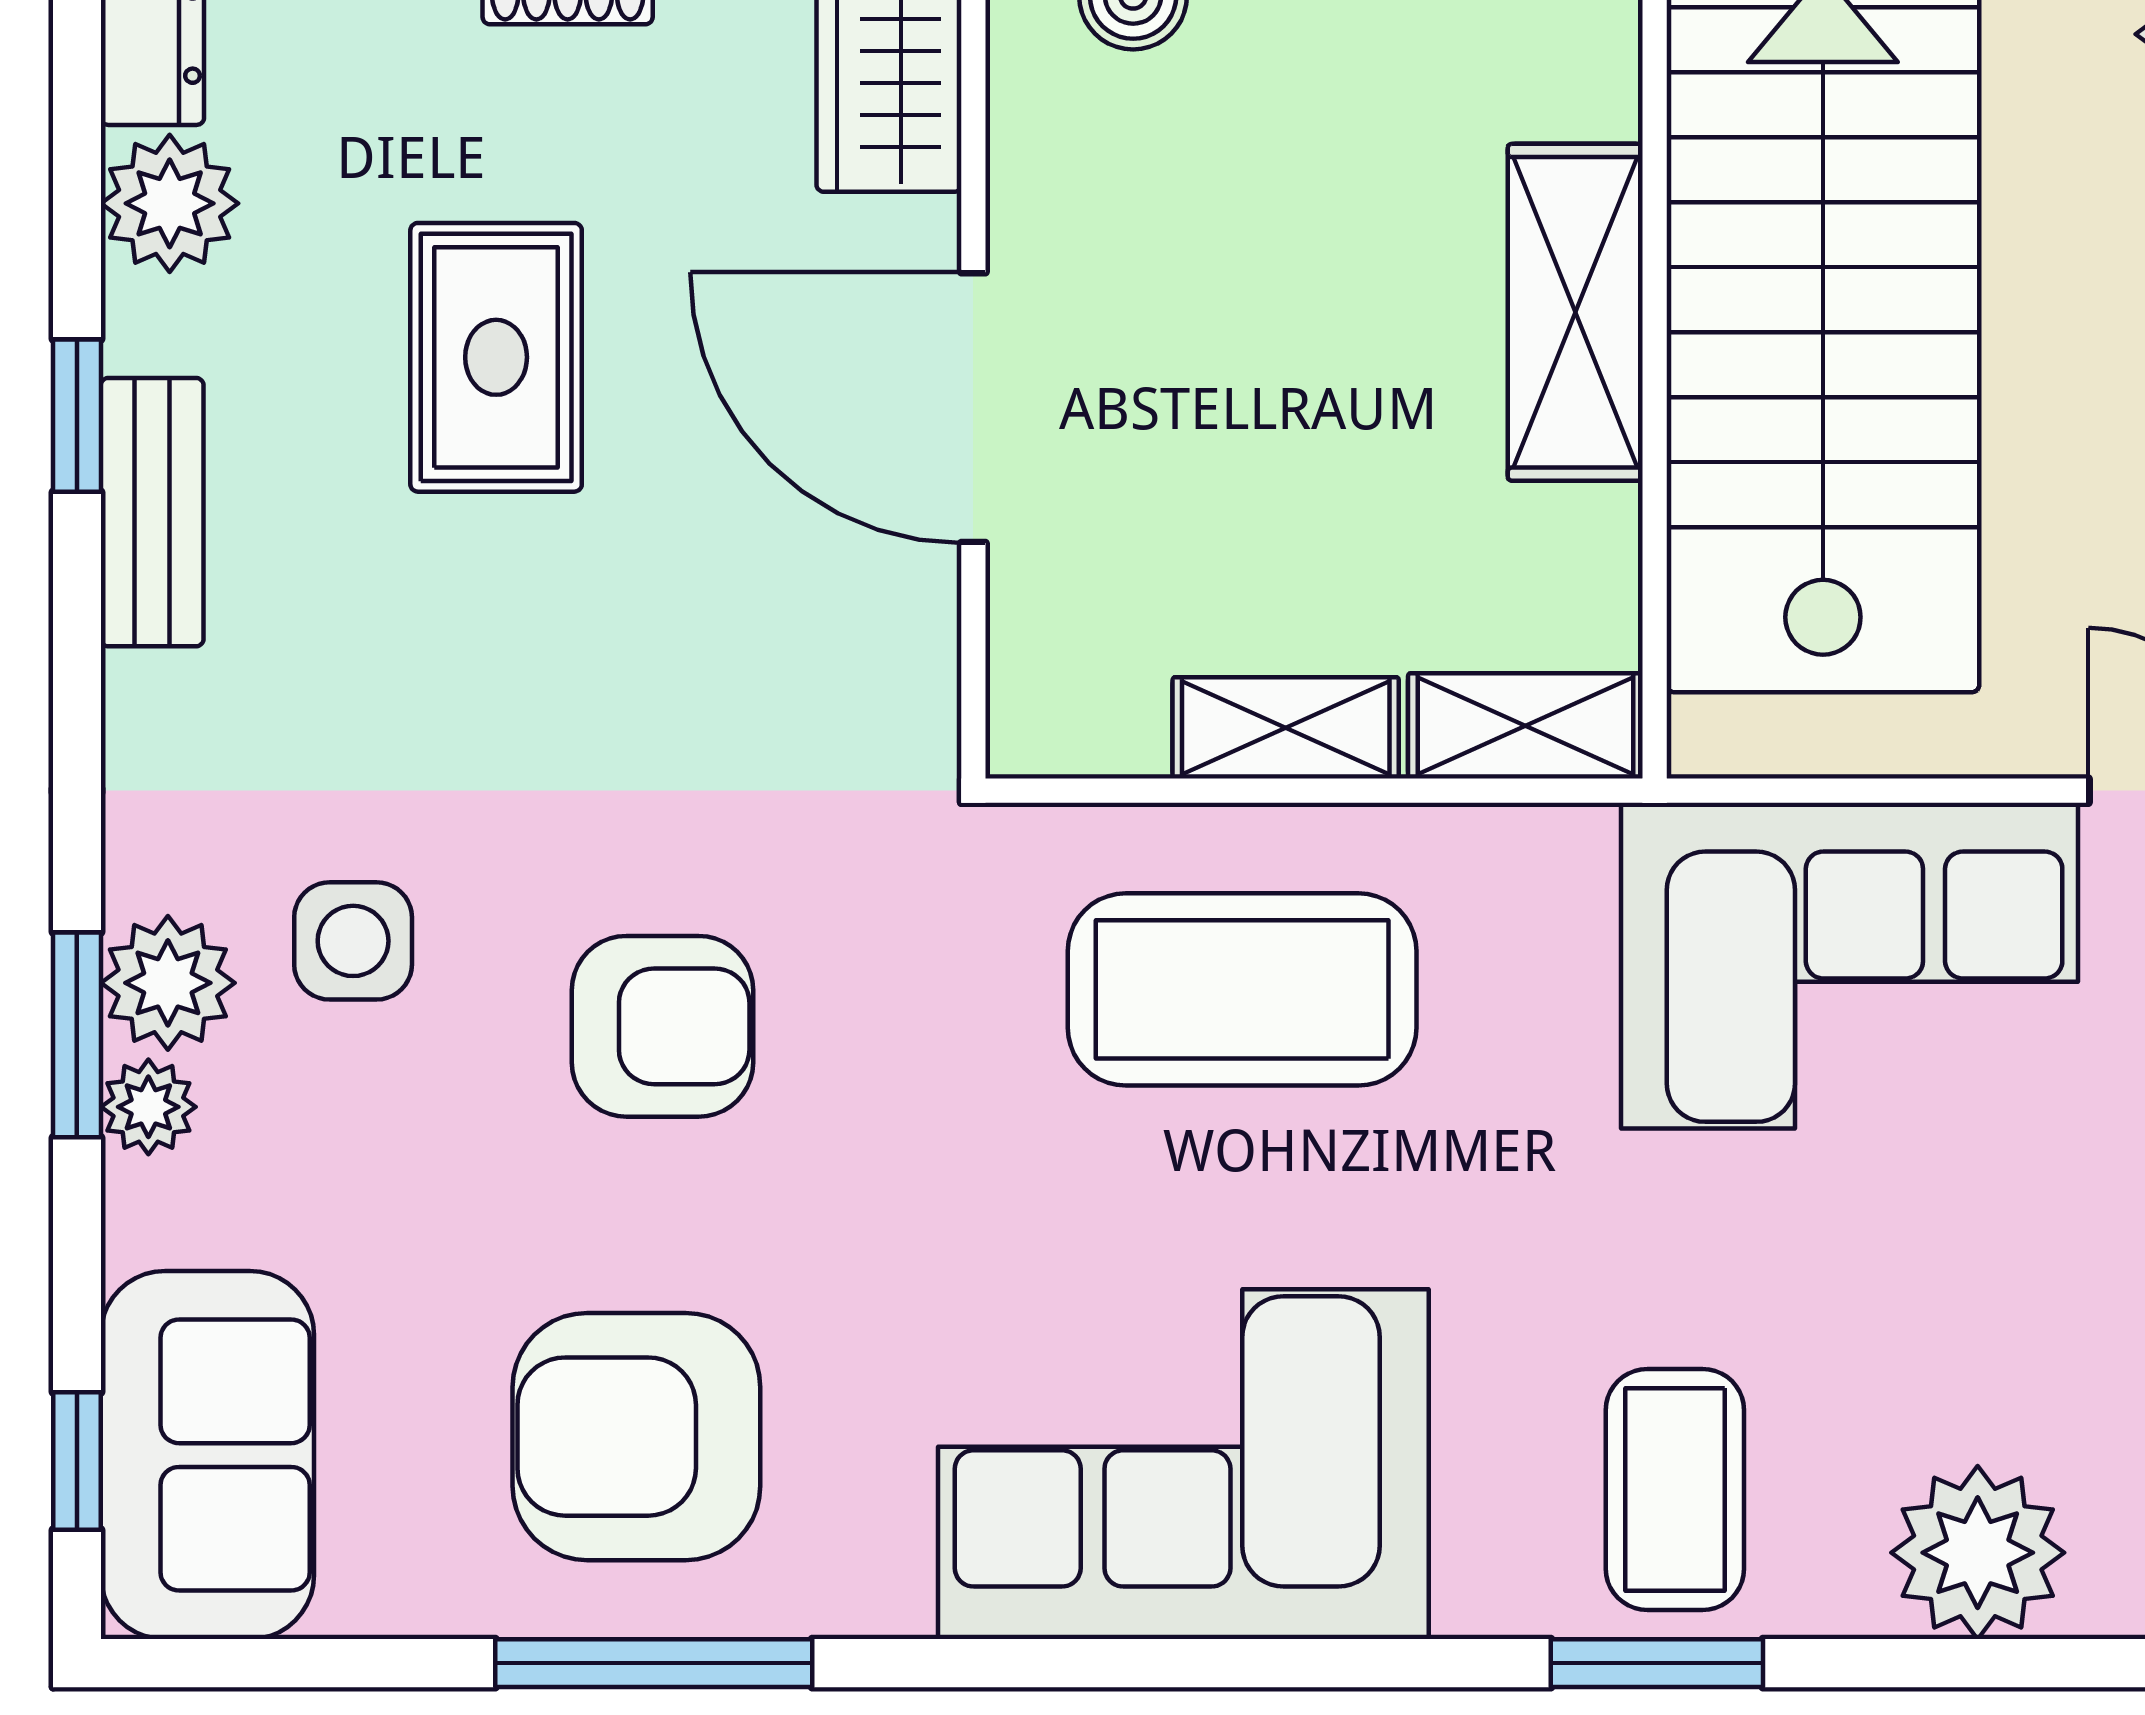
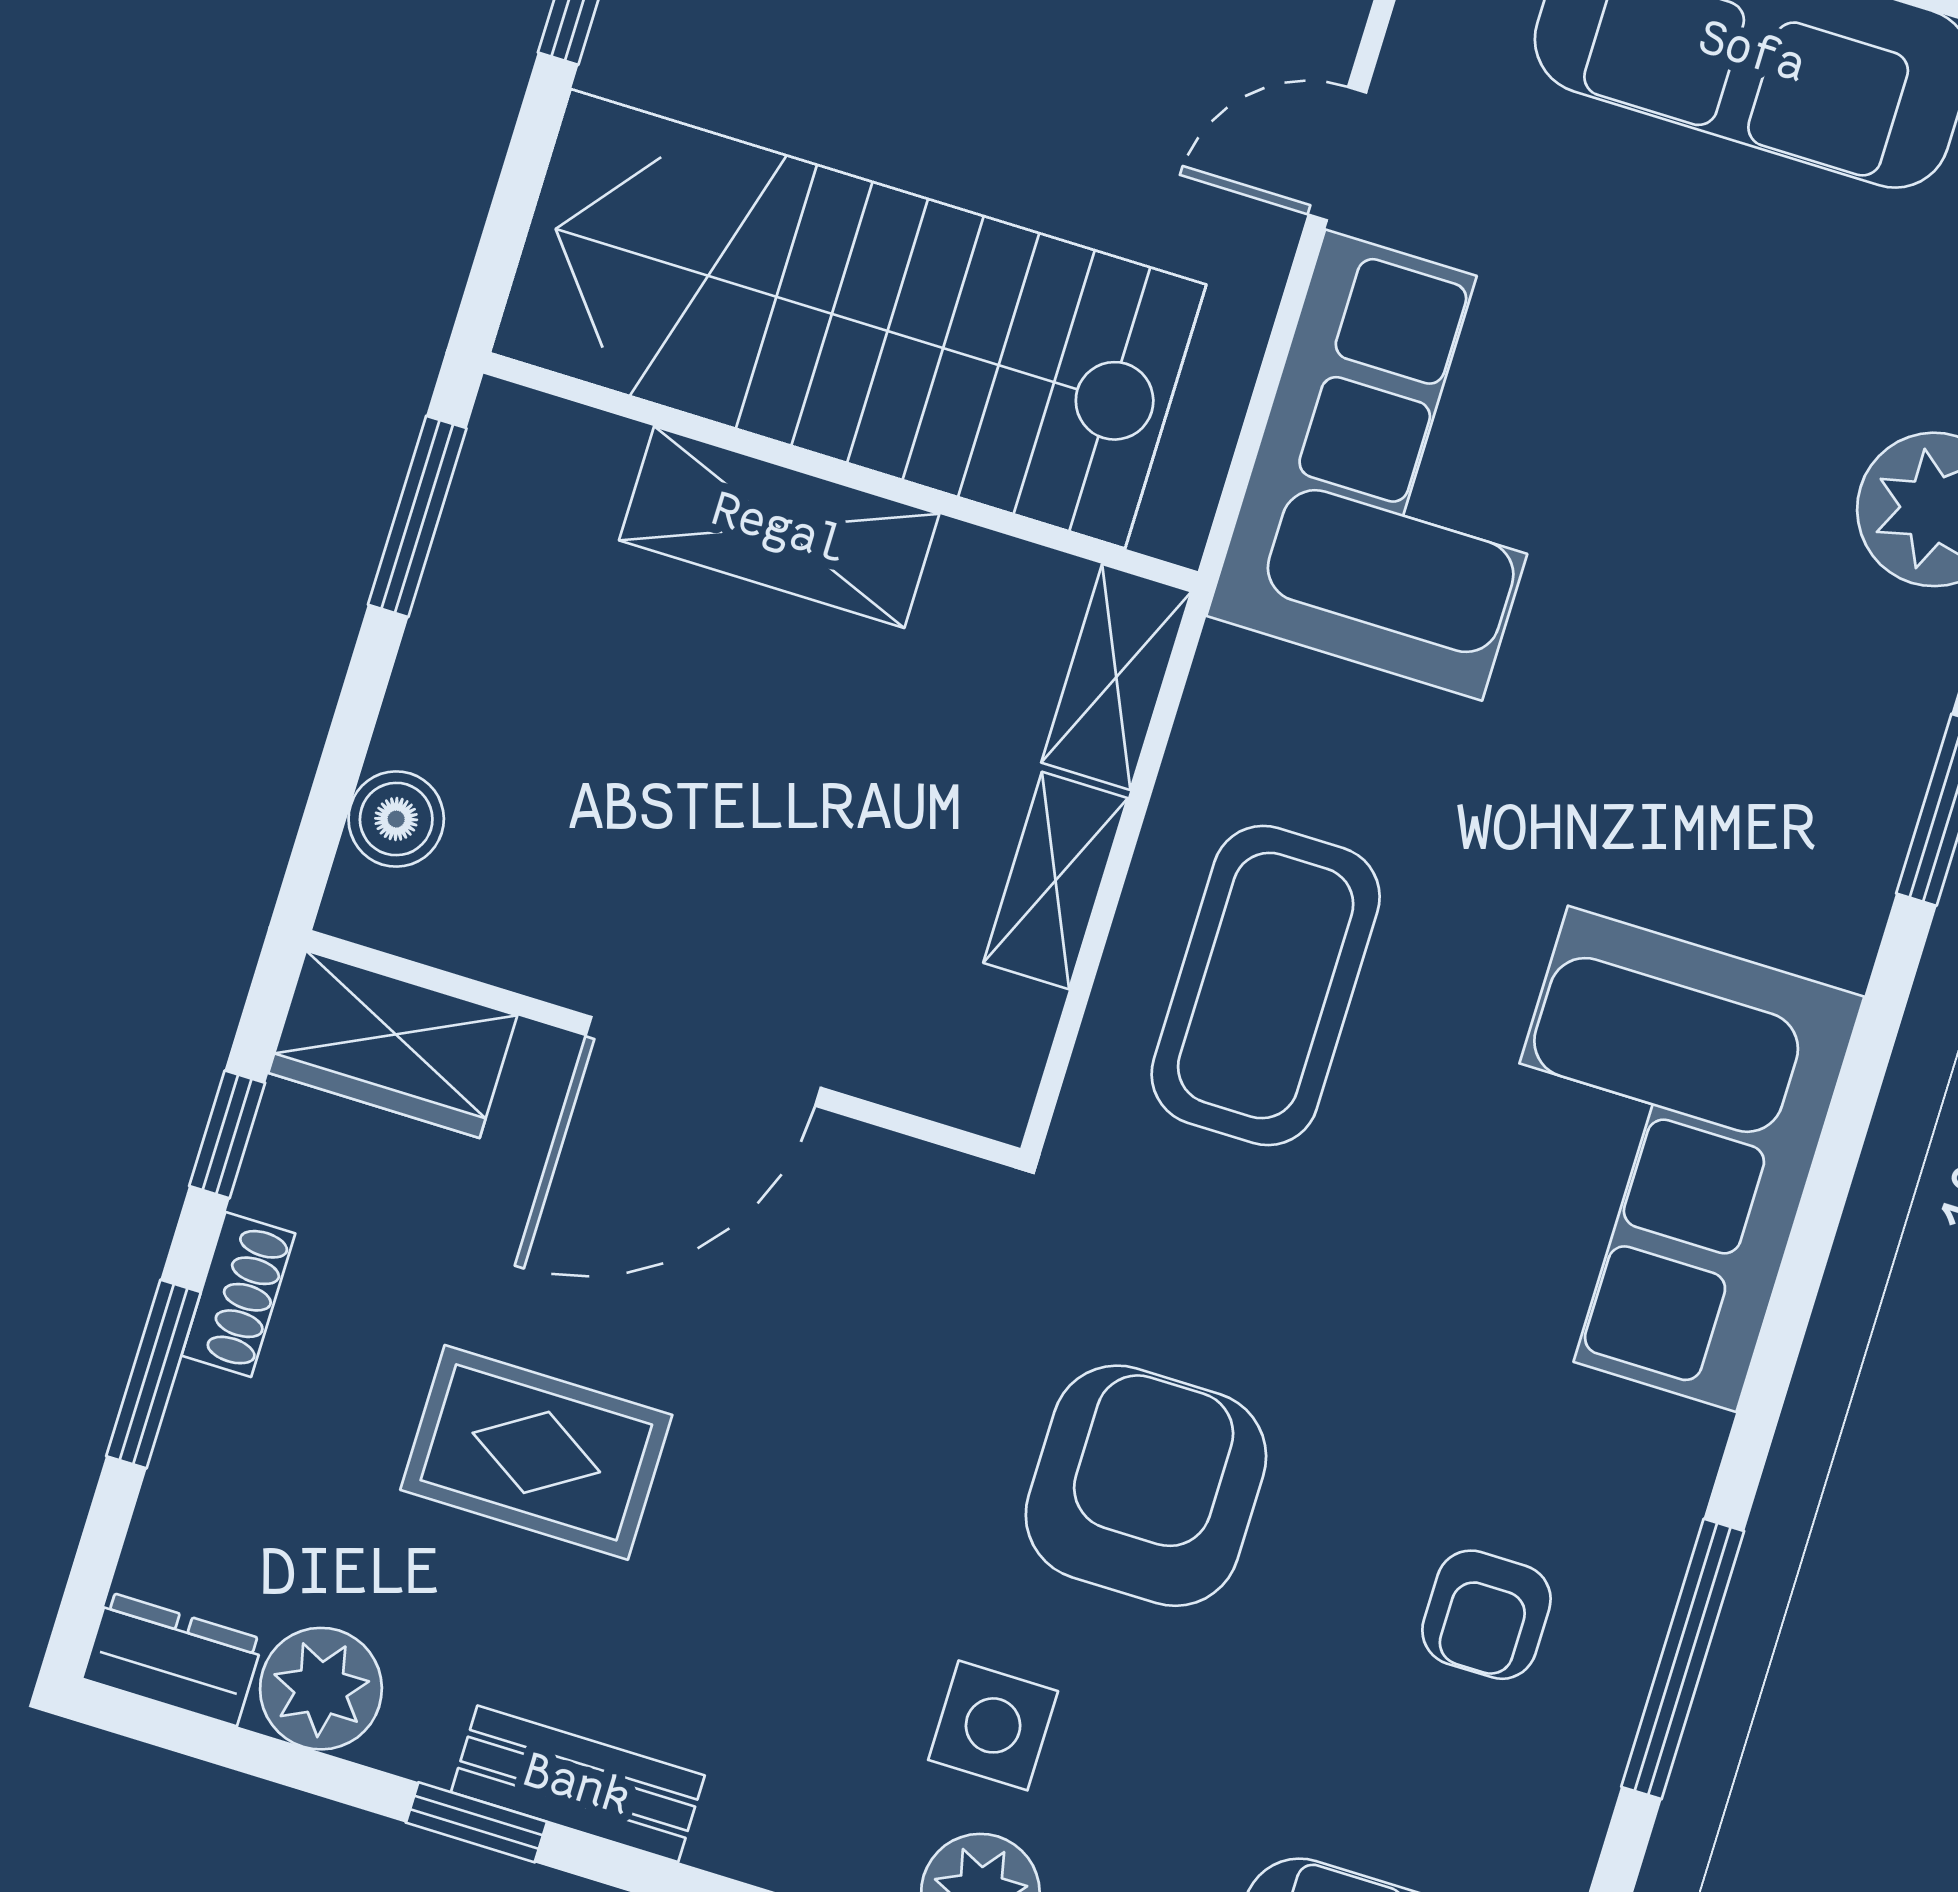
armchair: (663, 1026) -> (1146, 1486), width x1.36, depth x1.36
armchair: (636, 1437) -> (1486, 1615), width x0.53, depth x0.53
coffee table: (1675, 1489) -> (1802, 749), removed

